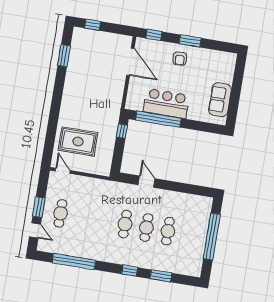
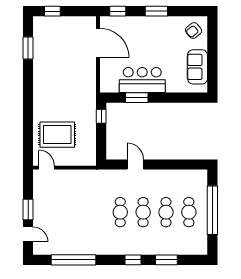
armchair: (180, 58) -> (194, 30), moved, turned 55
window: (158, 119) -> (137, 98), width x0.47
cafe table: (61, 213) -> (189, 212), moved

